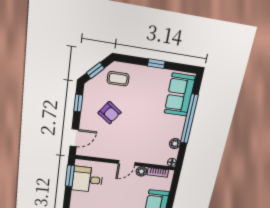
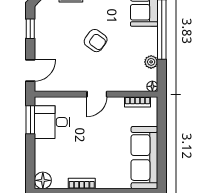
armchair: (110, 113) -> (96, 41), moved
plant: (141, 171) -> (117, 103), removed

